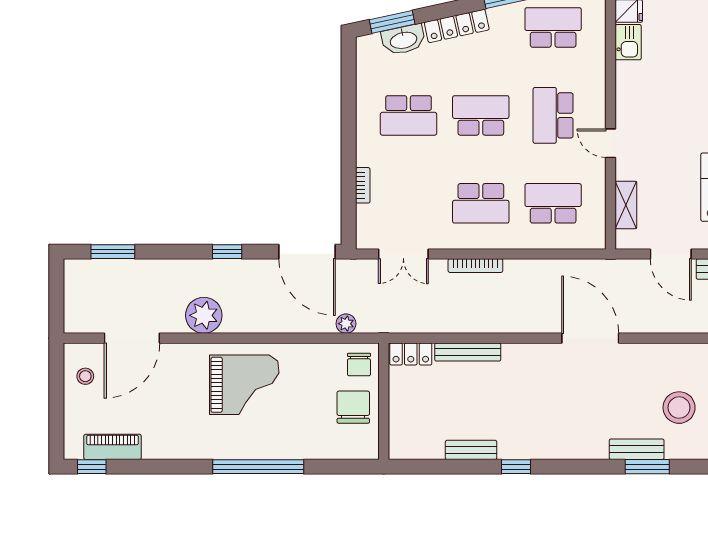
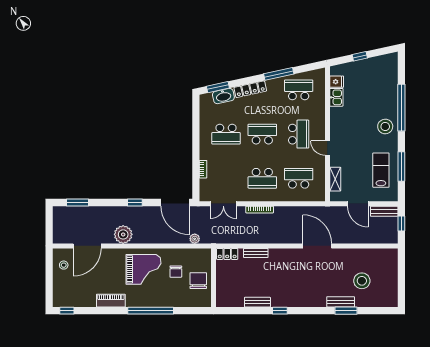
school desk: (553, 115) -> (299, 134), turned 180
bench: (468, 352) -> (256, 253), width x0.73
chair: (359, 365) -> (176, 272), moved
piano: (113, 447) -> (111, 301), moved

